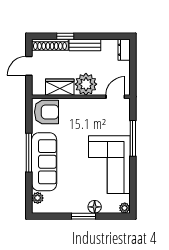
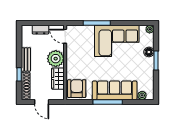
dresser: (124, 50) -> (40, 30), moved

